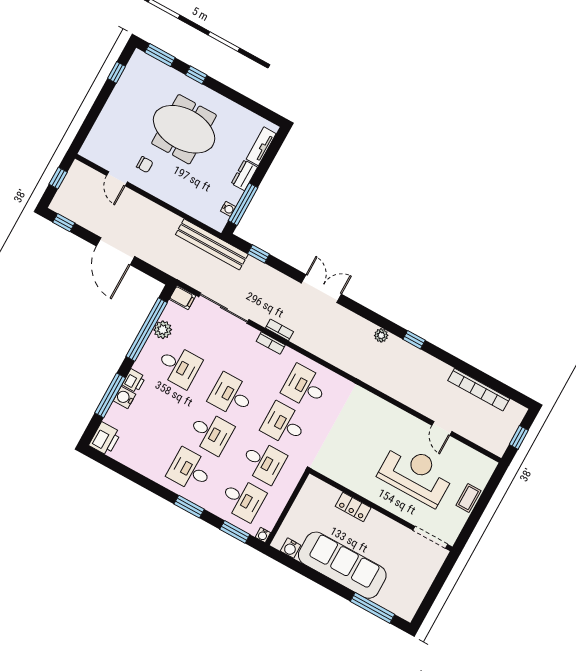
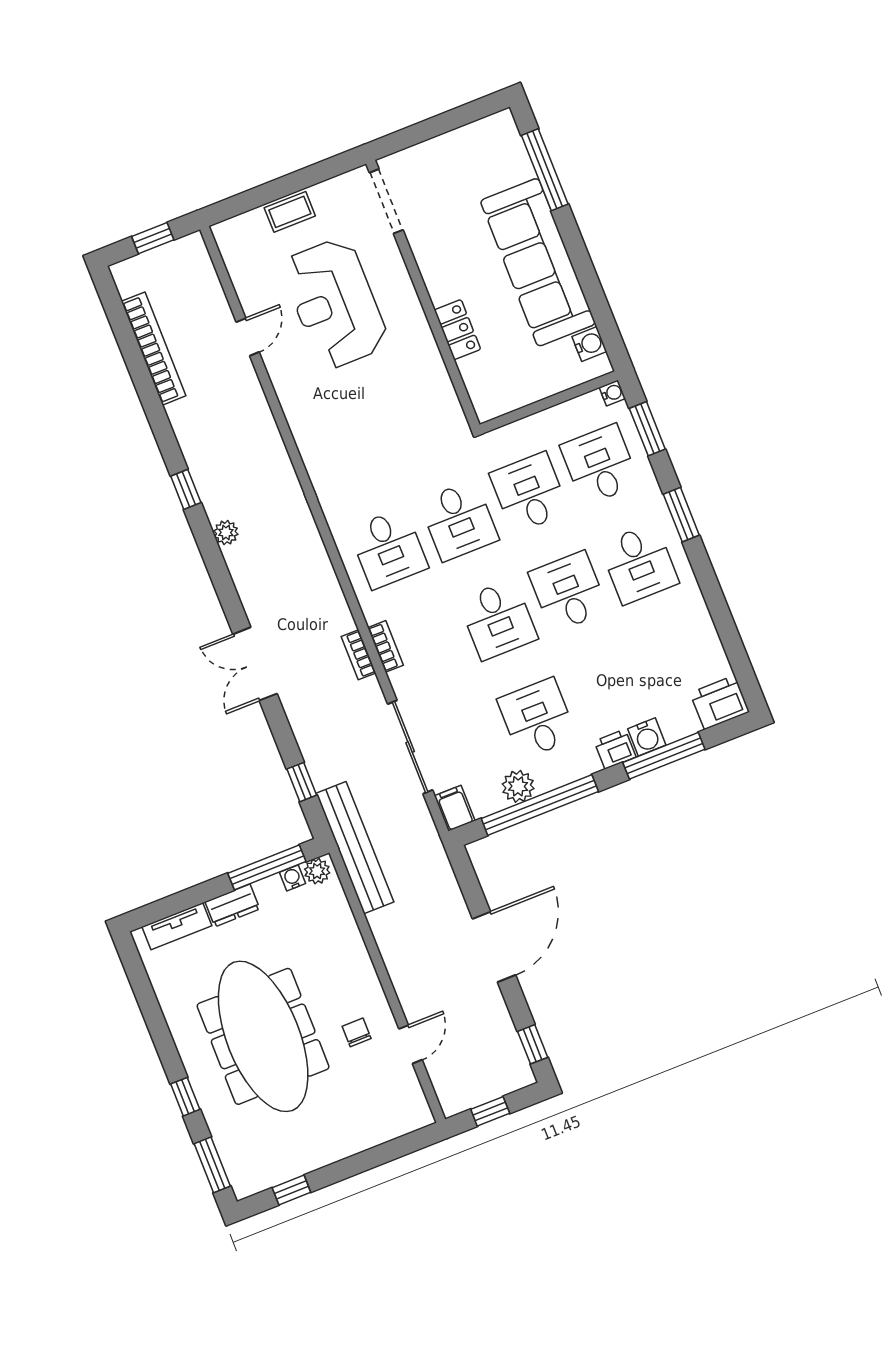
meeting table: (184, 129) -> (263, 1036), width x1.36
plant: (220, 221) -> (317, 871), added

